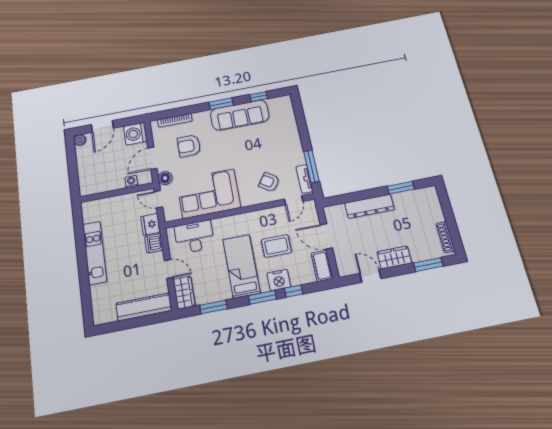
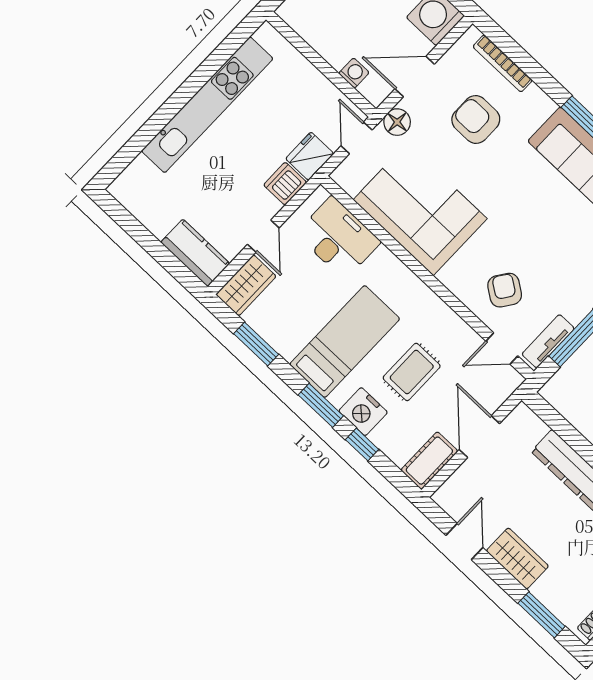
rug: (276, 246) -> (412, 372), turned 90
kitchen unit: (95, 253) -> (207, 105), width x1.36
kitchen counter: (144, 307) -> (195, 253), width x0.67

